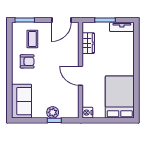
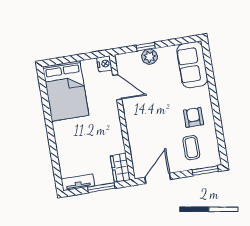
wardrobe: (88, 43) -> (120, 168), moved
armchair: (27, 61) -> (193, 117), turned 90
door: (81, 76) -> (117, 87), moved

